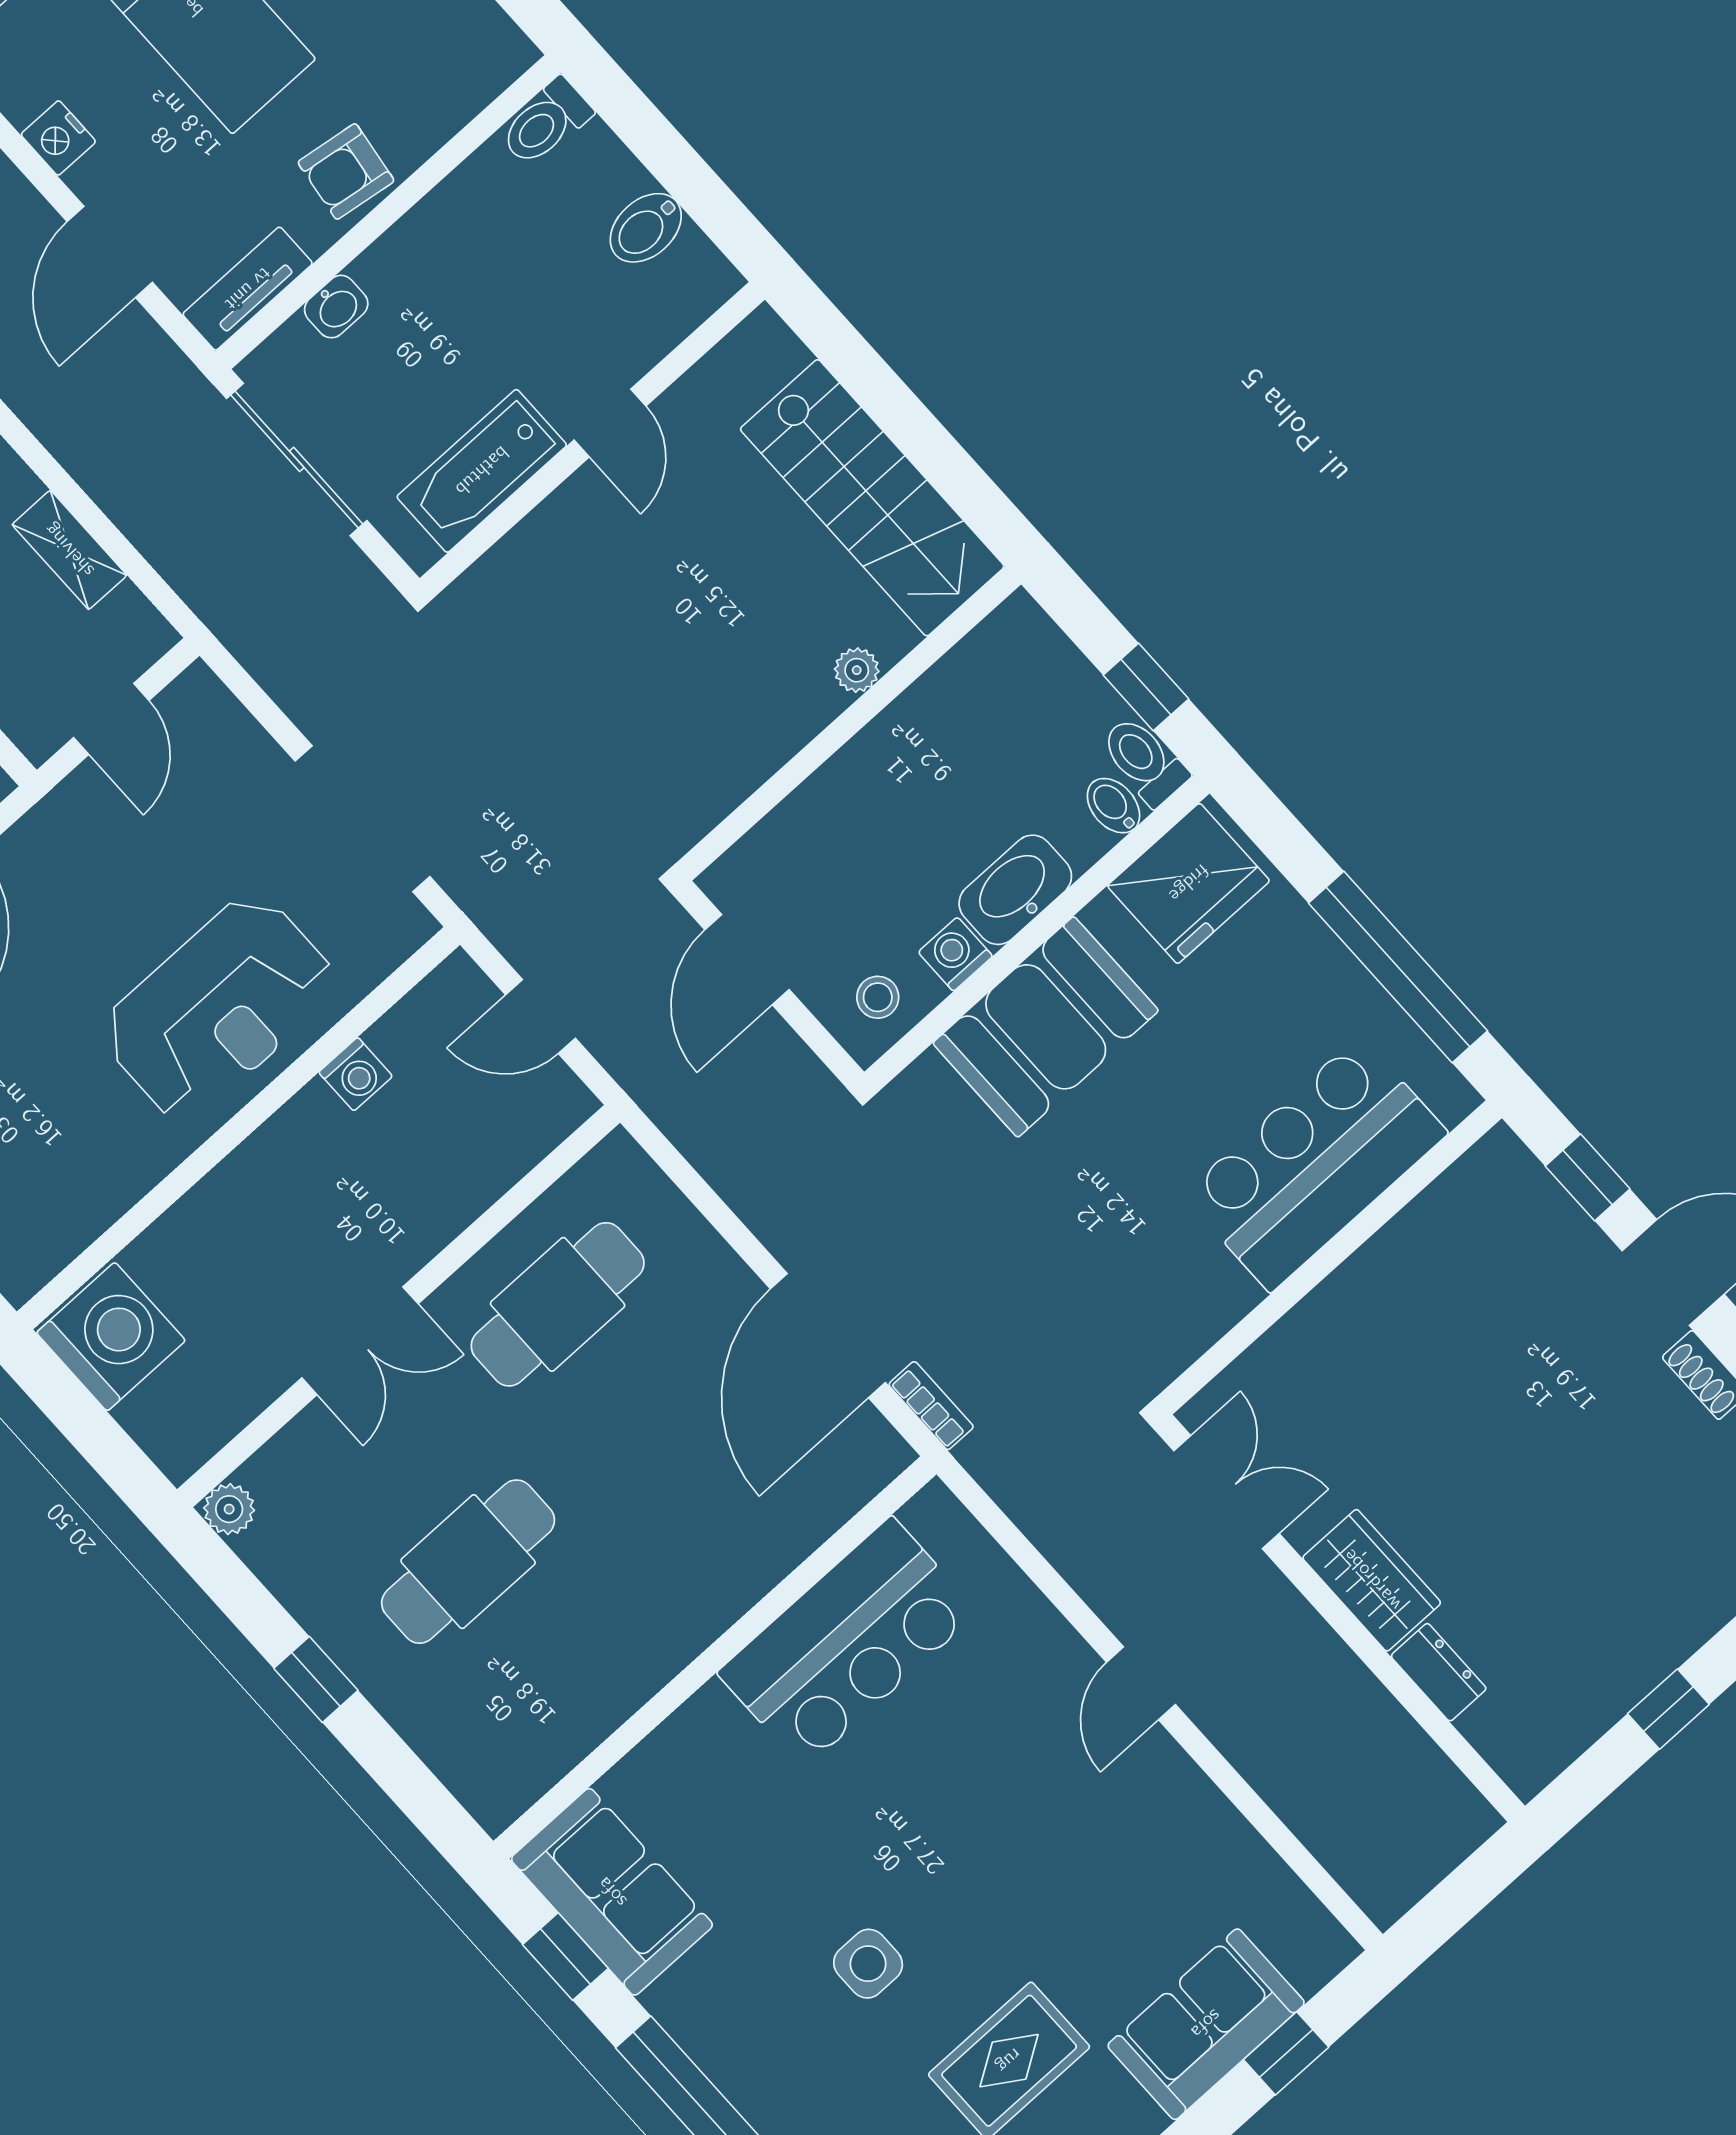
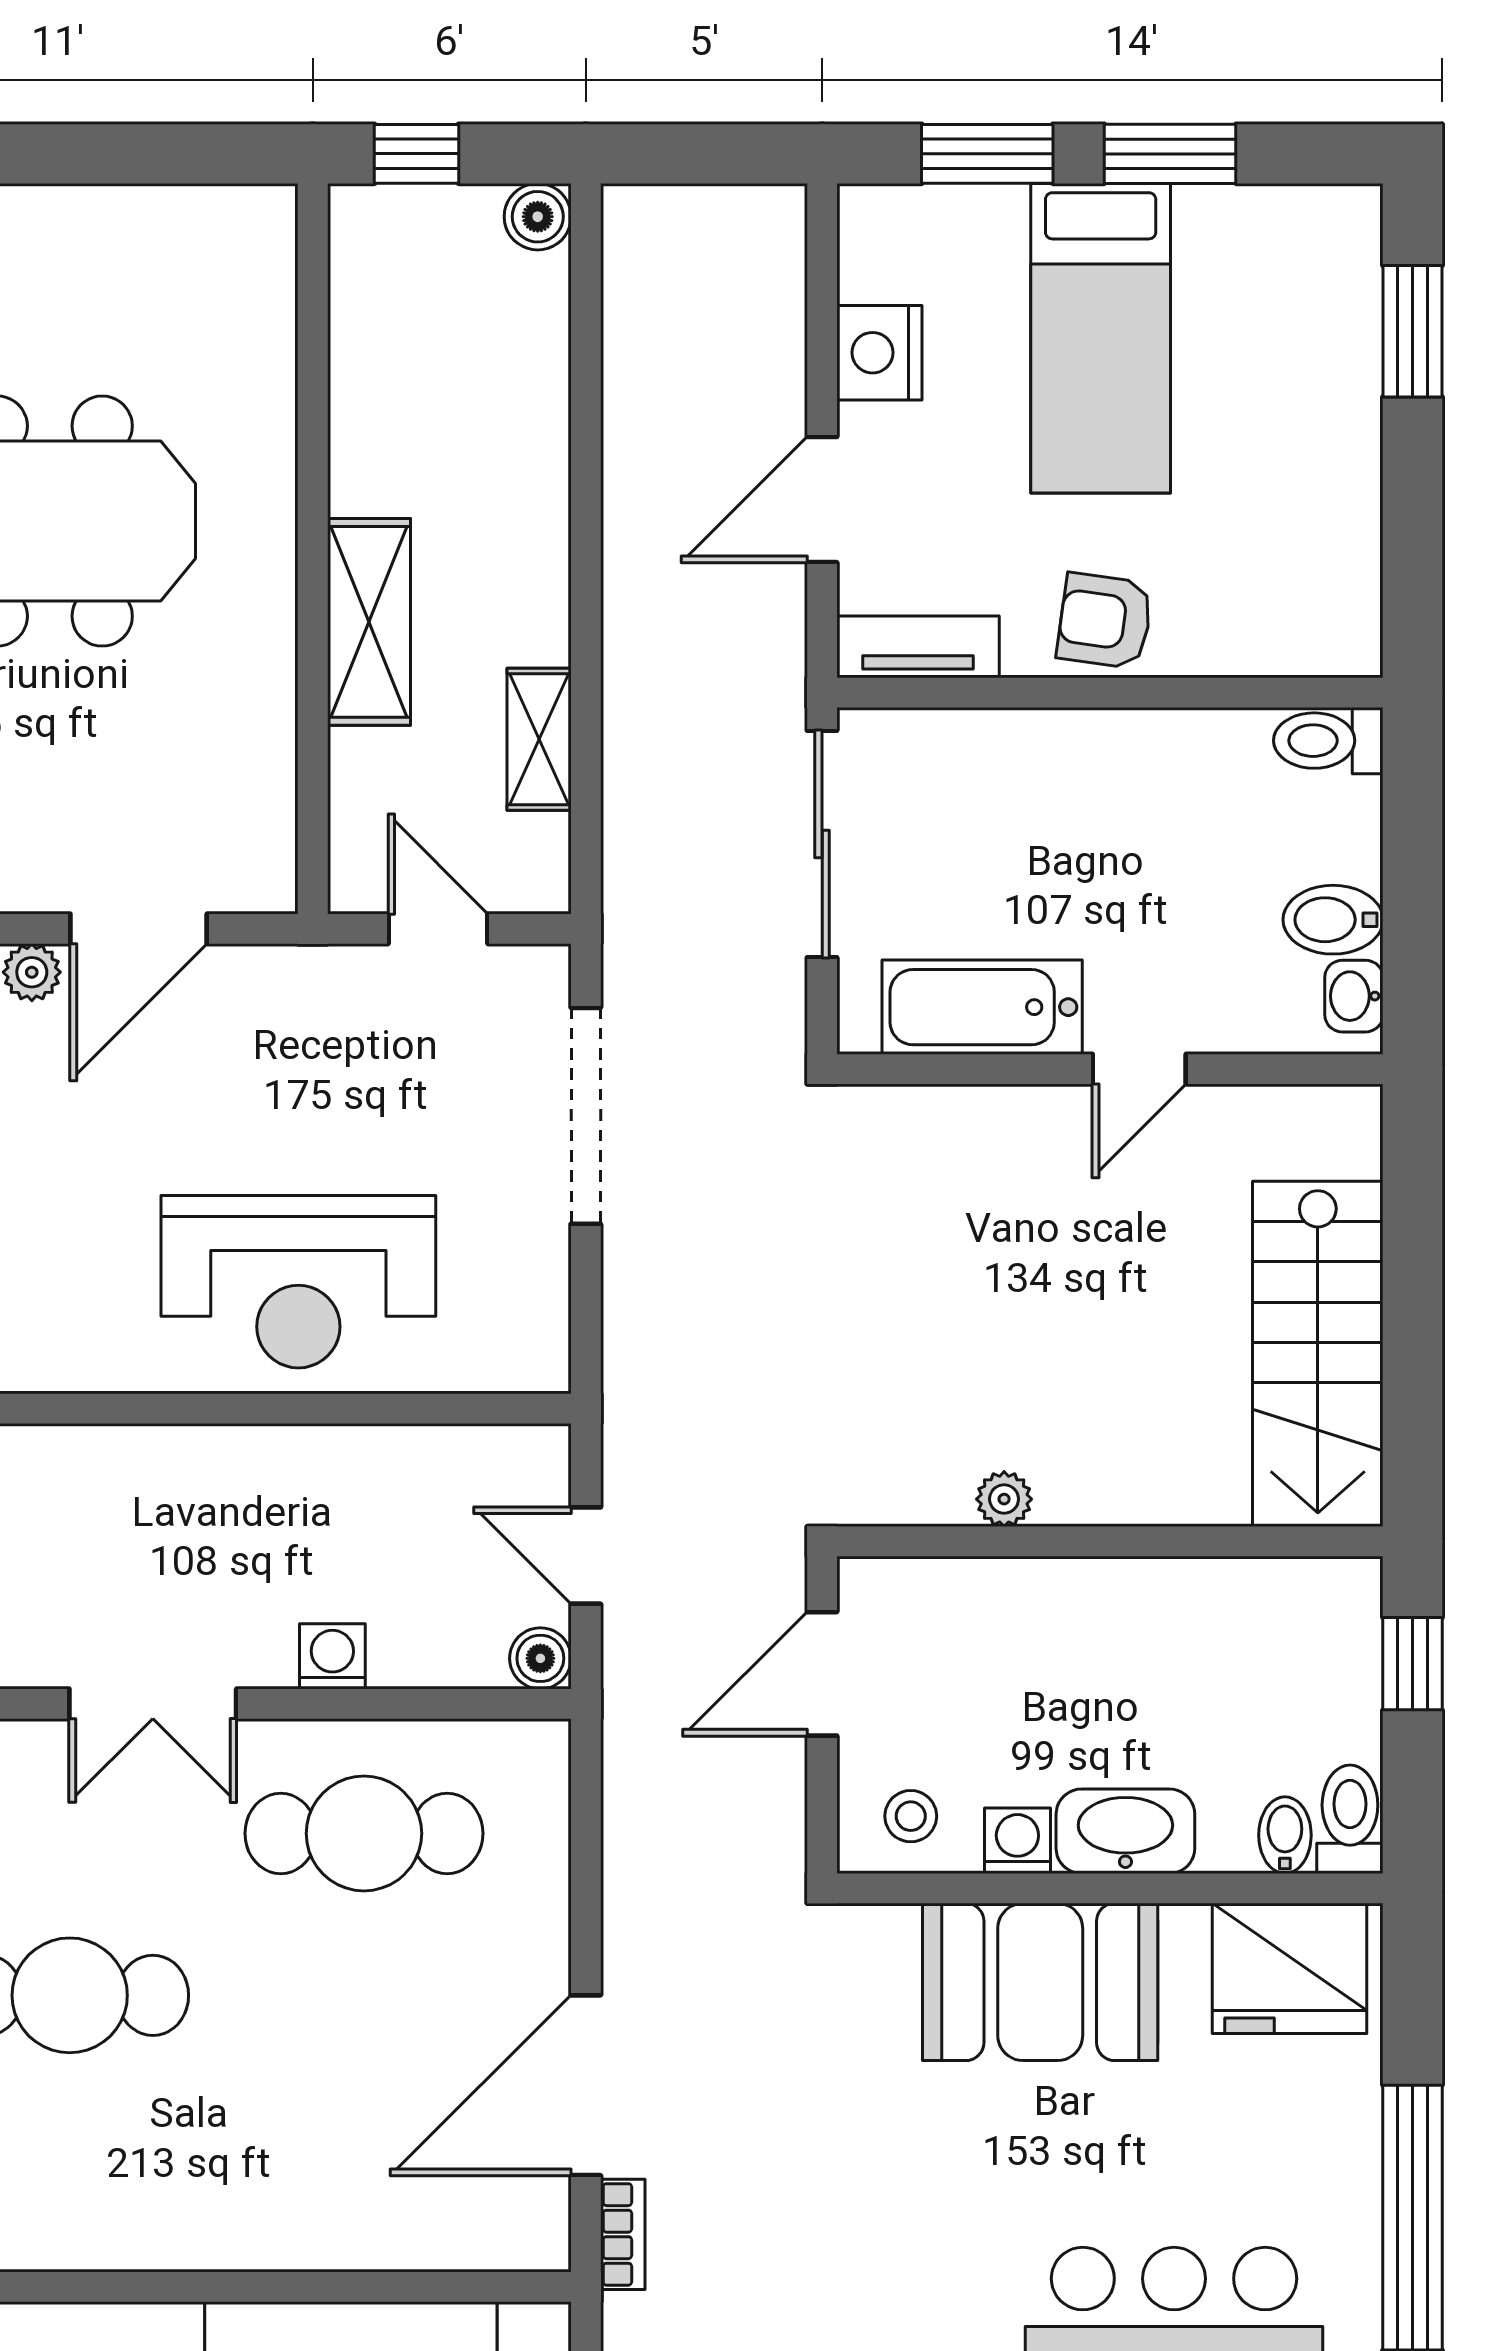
nightstand: (58, 138) -> (879, 353), width x1.36, depth x1.33
washbasin: (336, 307) -> (1354, 996), moved, turned 90
plant: (857, 670) -> (1004, 1499), moved
window: (1146, 687) -> (1413, 1664), moved
door: (111, 719) -> (438, 929), swing flipped
doorway: (363, 819) -> (586, 1116), moved
washing machine: (356, 1074) -> (332, 1656), moved, turned 180
boiler: (569, 1103) -> (540, 1658), added

